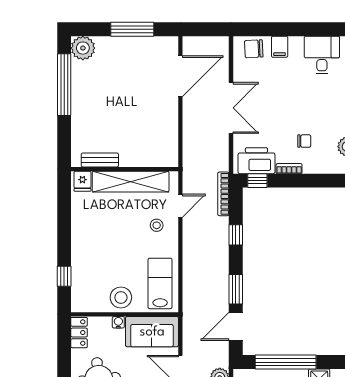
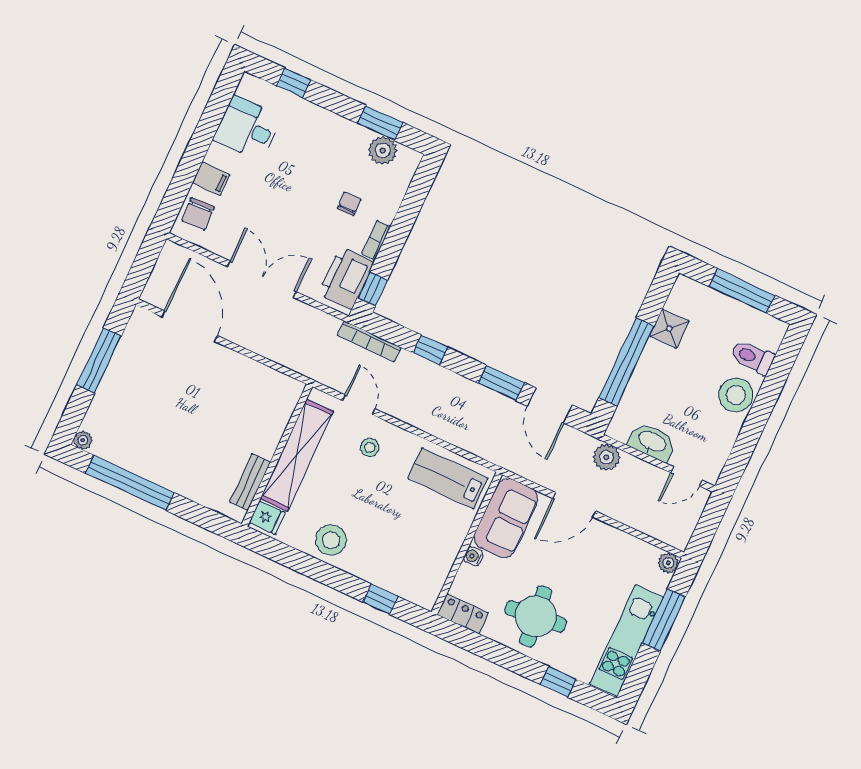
plant: (83, 48) -> (83, 440), width x0.53, depth x0.53
stool: (121, 297) -> (331, 540), moved

